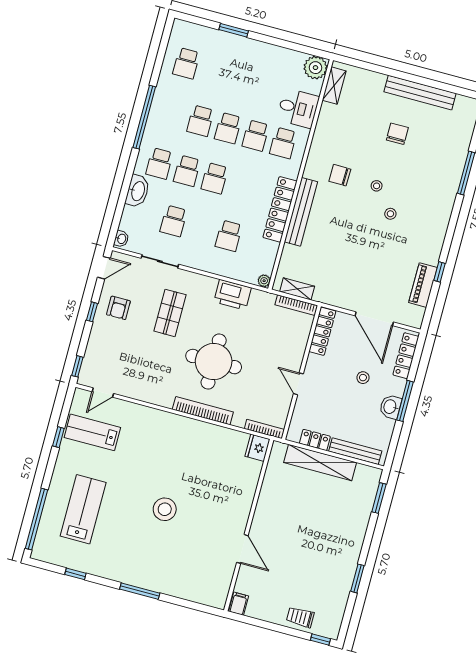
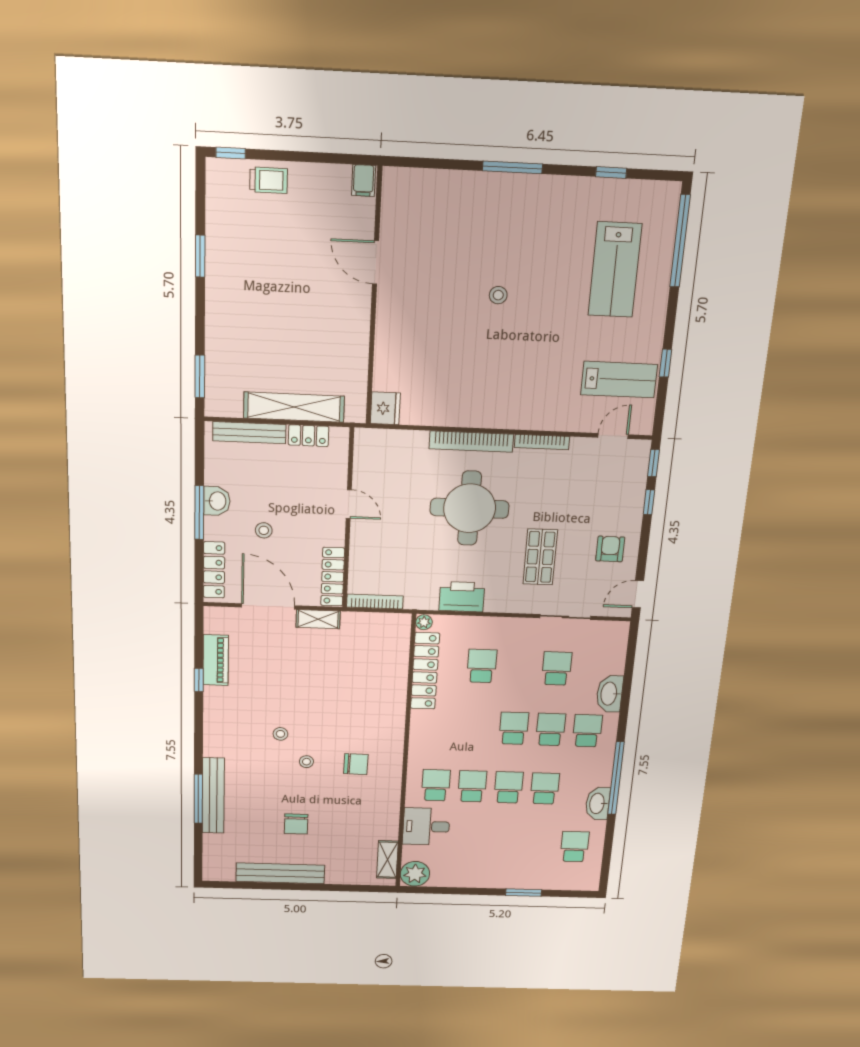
locker: (280, 209) -> (425, 671), moved
bench: (301, 212) -> (213, 796), moved
washbasin: (121, 239) -> (598, 803), moved, width x1.91, depth x1.45
shelving: (297, 289) -> (318, 619), moved
window: (92, 312) -> (649, 502), moved
bookcase: (264, 429) -> (542, 442), moved
stool: (165, 509) -> (498, 295), width x0.53, depth x0.53

